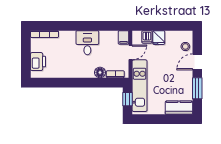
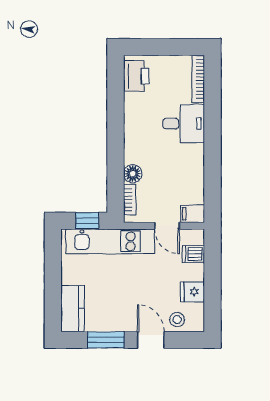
fridge: (159, 38) -> (192, 292), moved
desk: (87, 43) -> (184, 124), moved
printer: (38, 62) -> (136, 76), moved, turned -90

